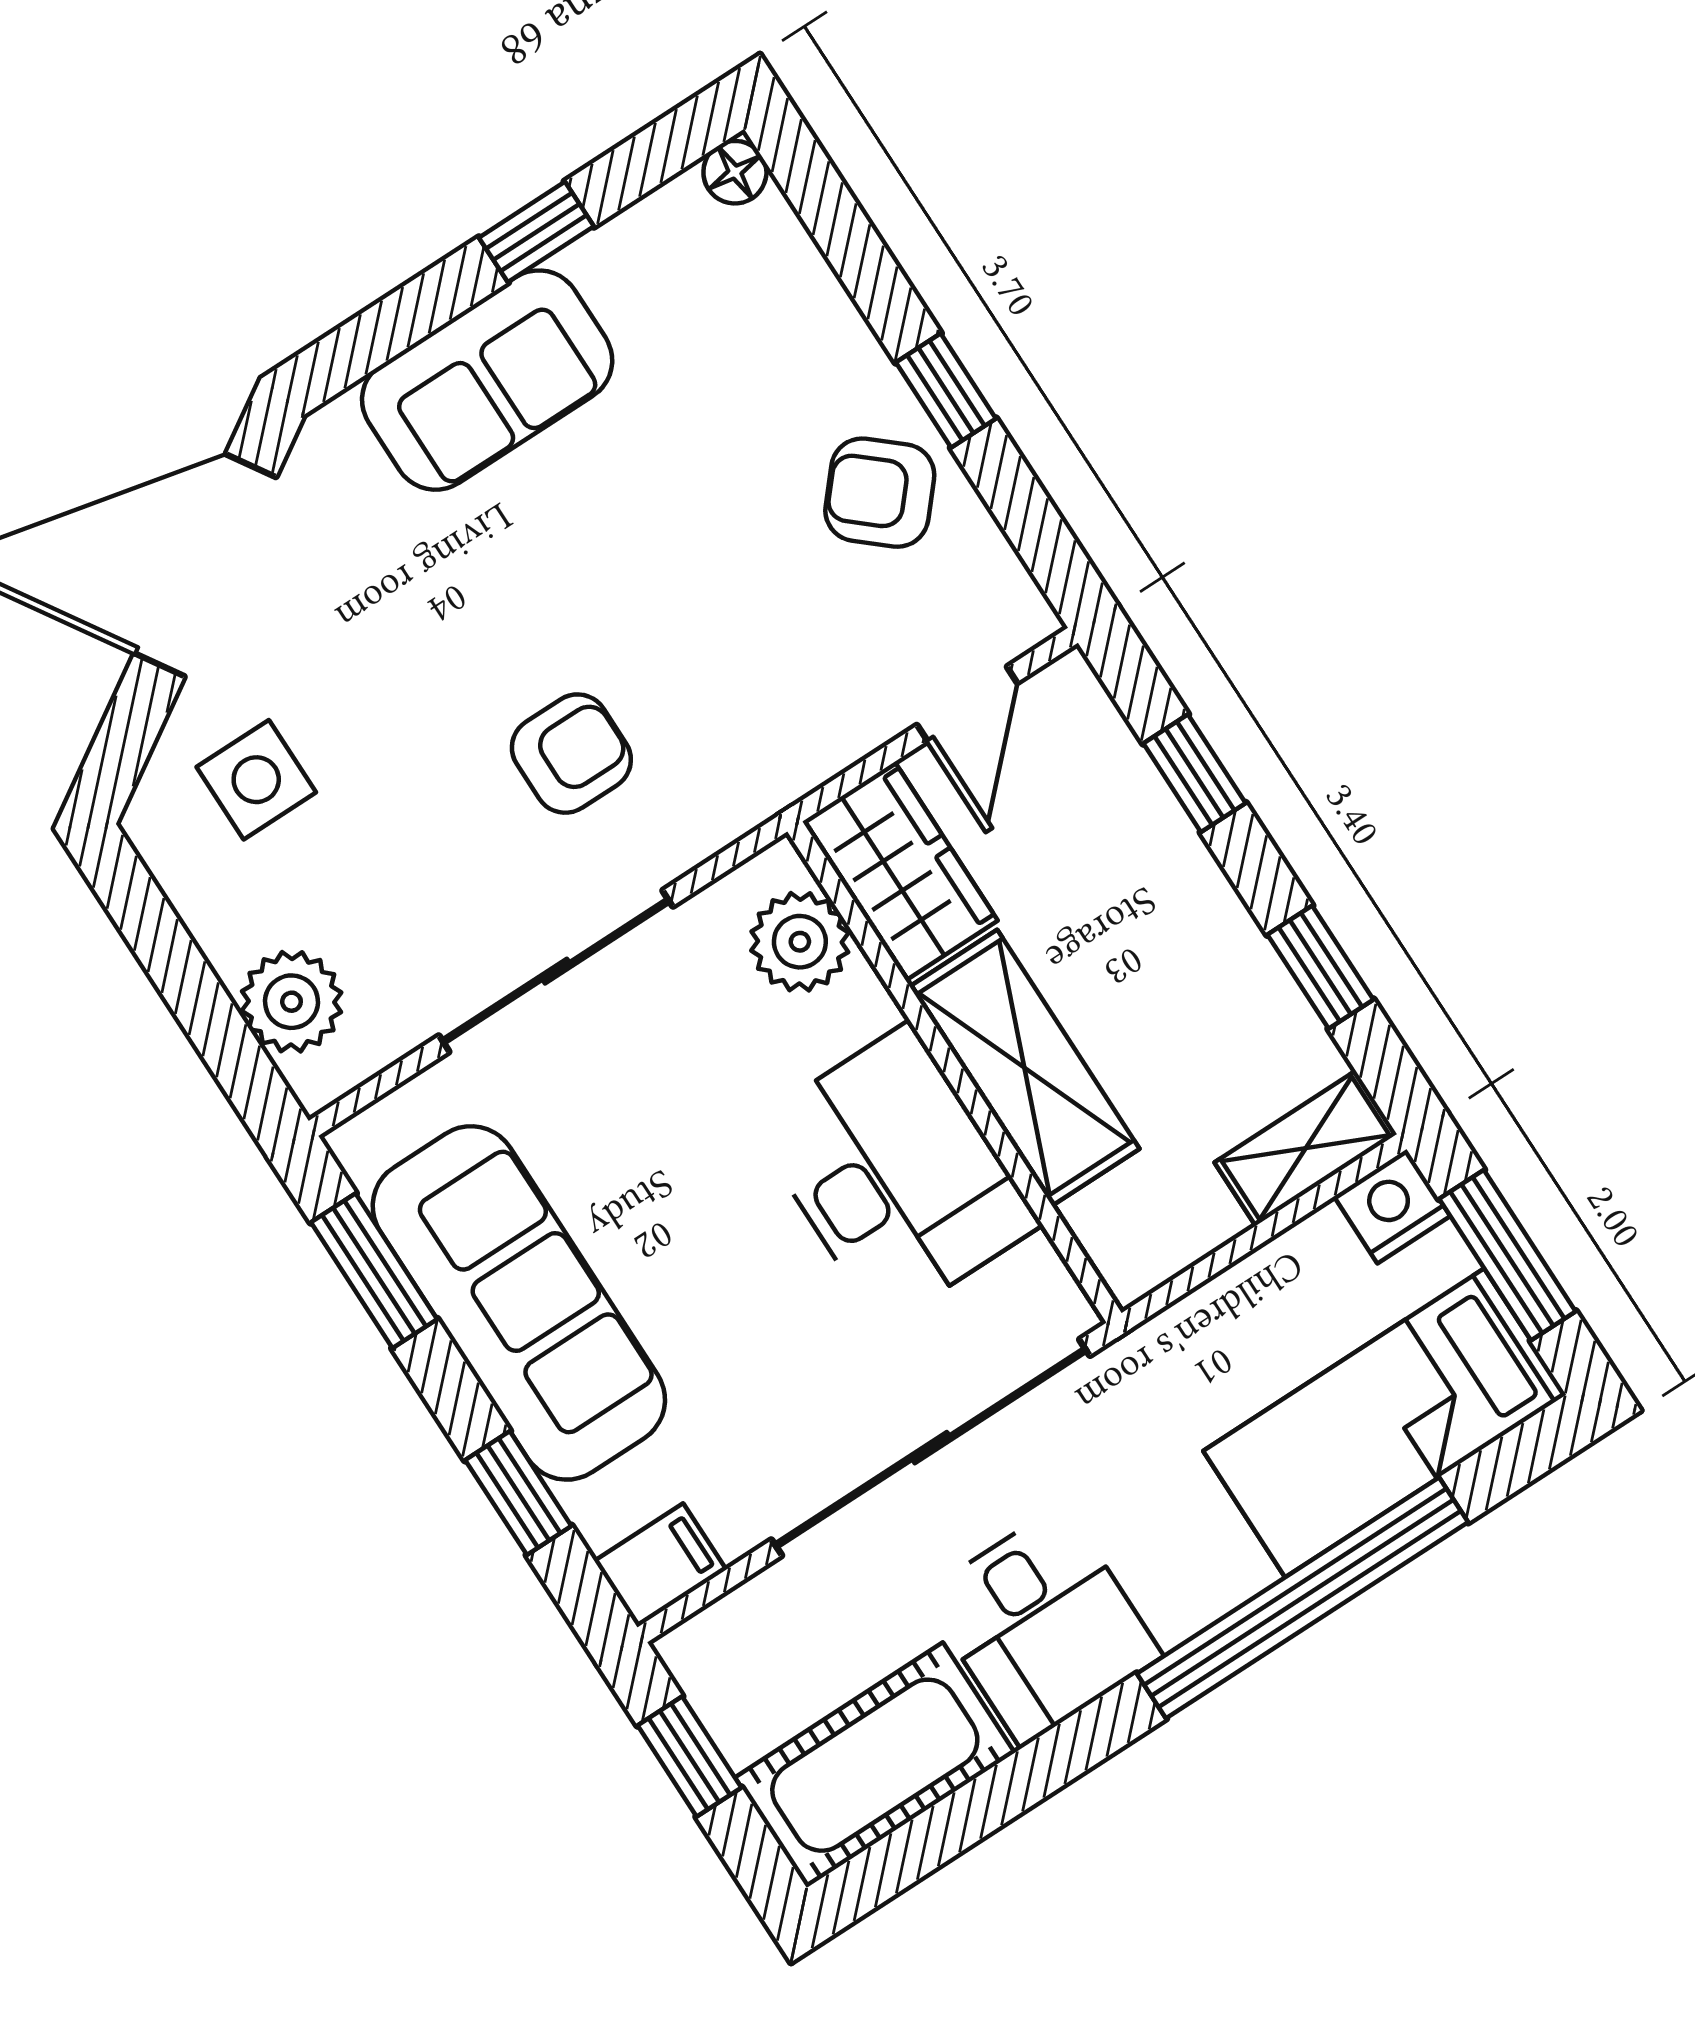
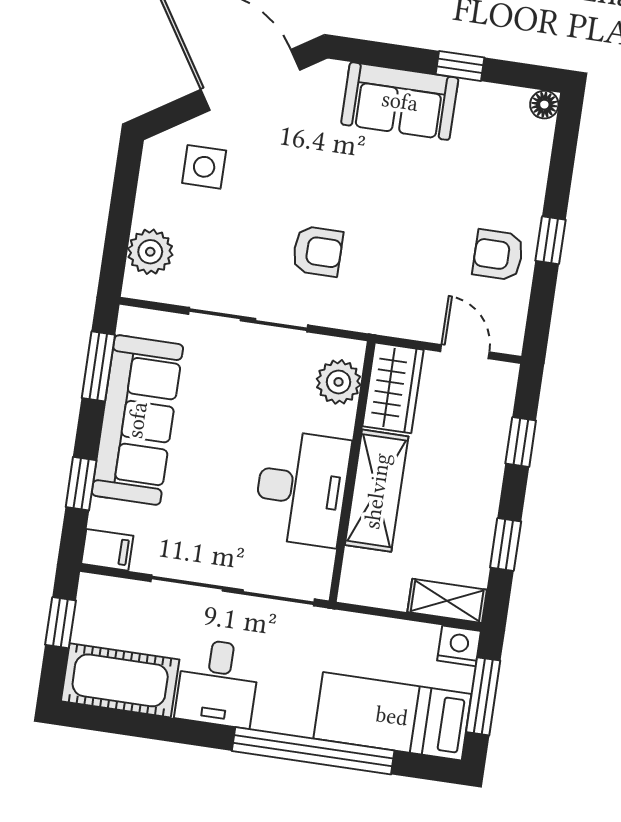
armchair: (880, 493) -> (498, 255), turned -41
door: (967, 704) -> (465, 352), swing flipped

